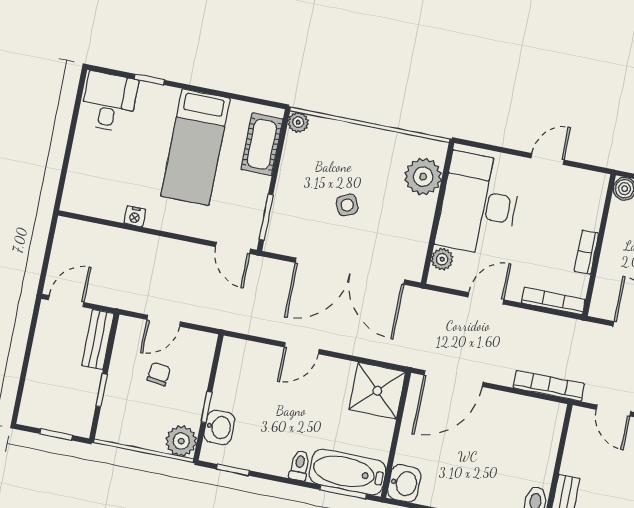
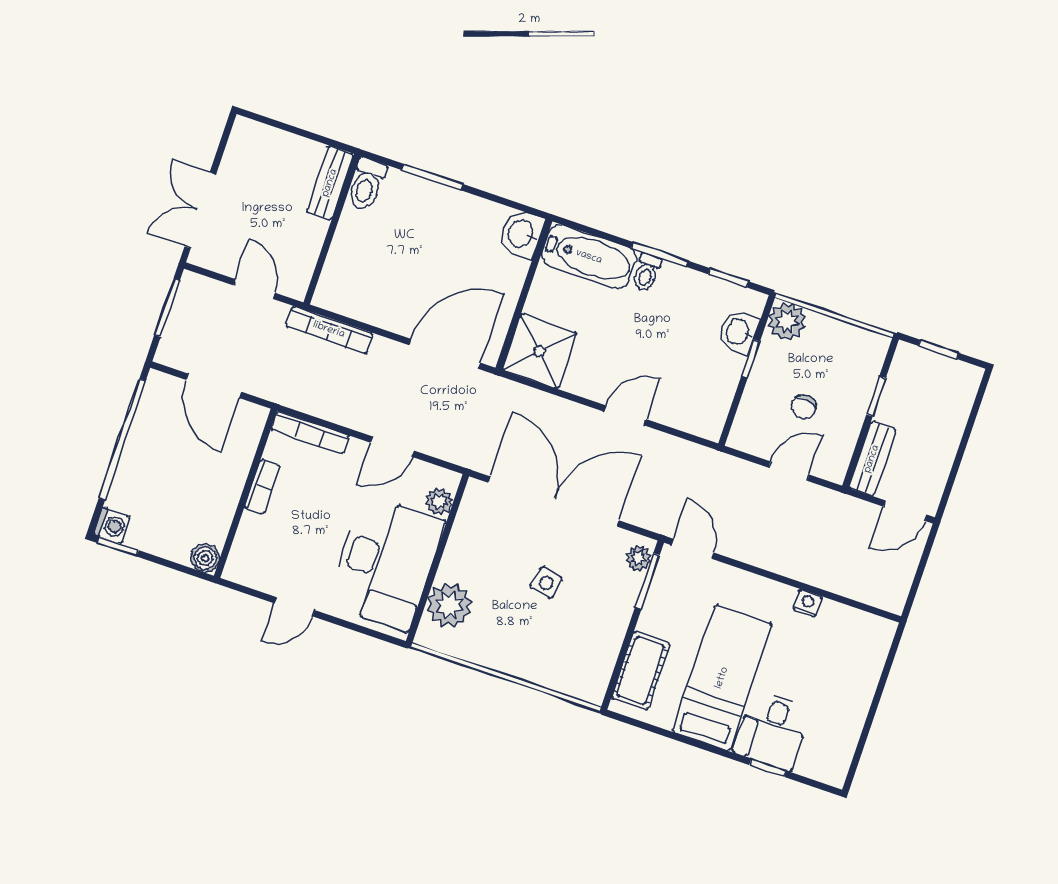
desk: (109, 102) -> (772, 730), moved
plant: (298, 122) -> (638, 558), moved
side table: (347, 205) -> (546, 583), turned 37
window: (343, 492) -> (660, 254), moved

